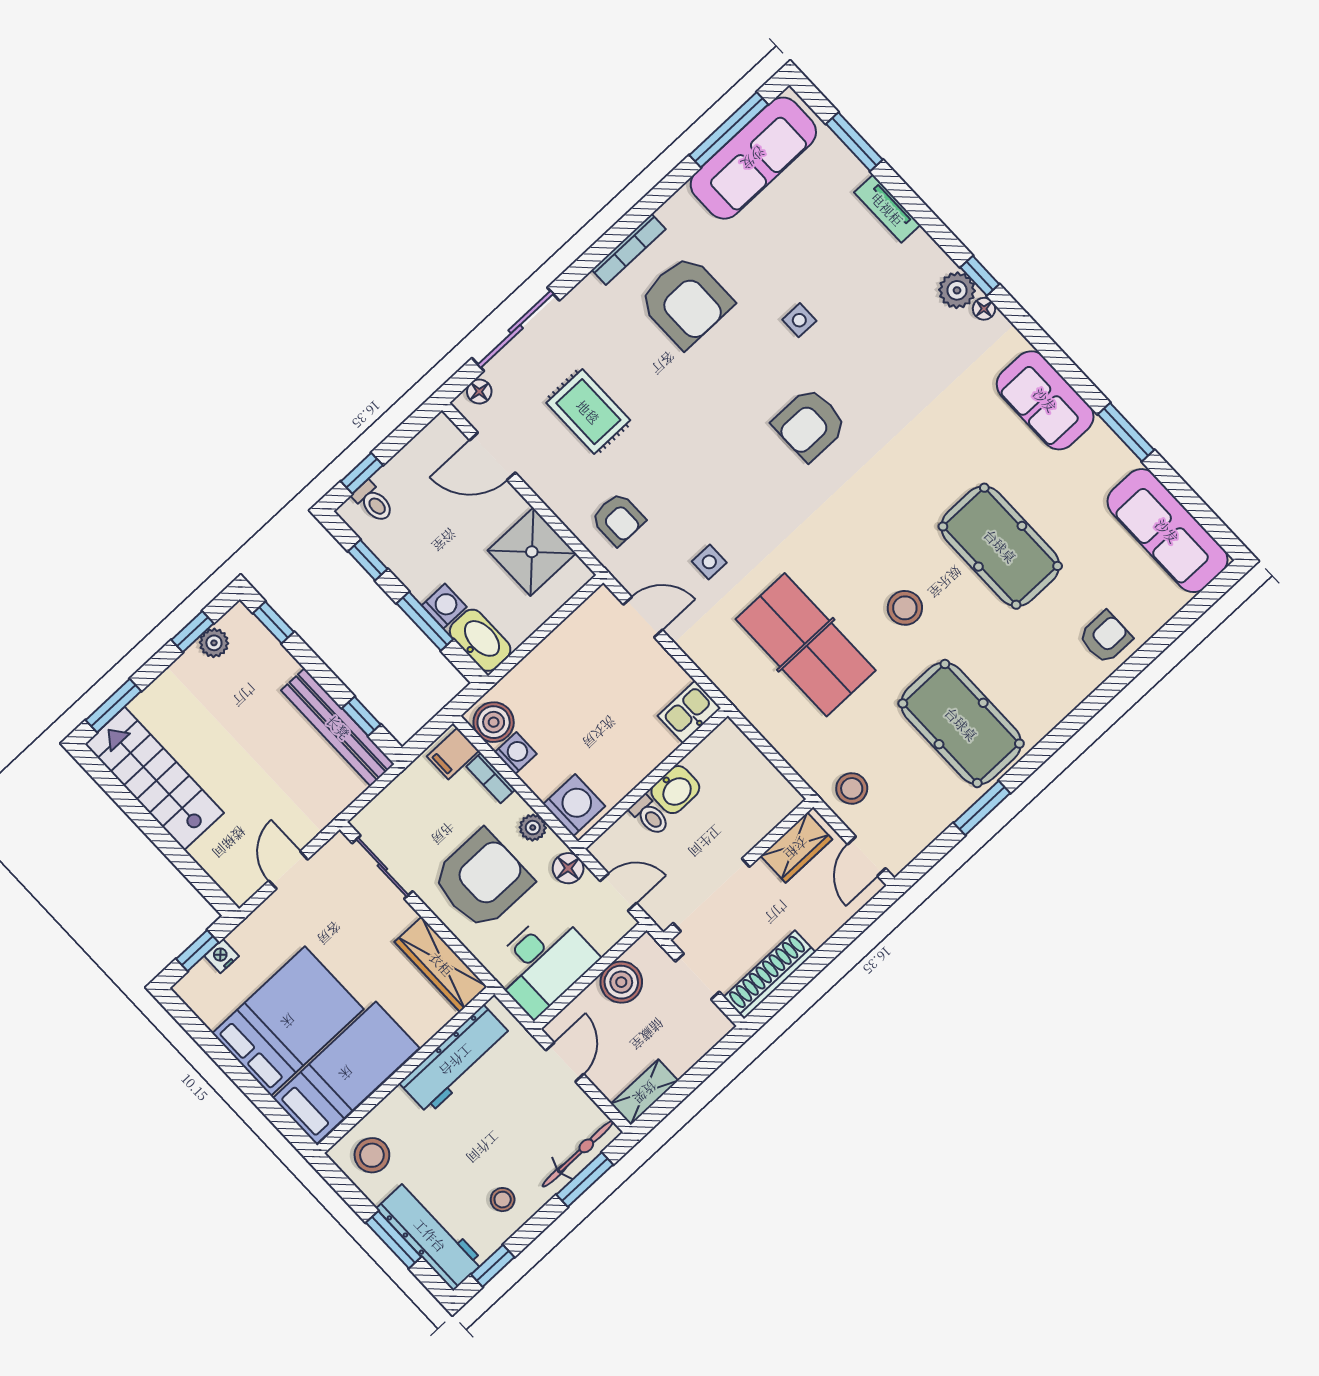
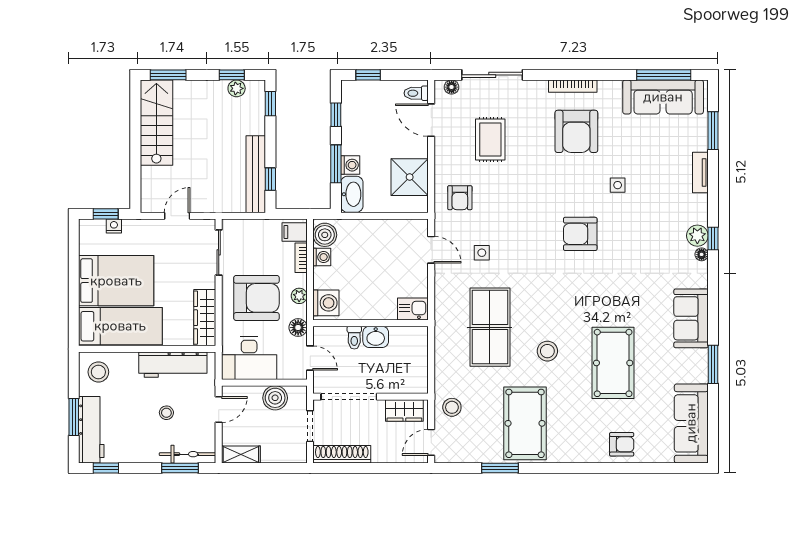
toilet: (373, 502) -> (416, 93), moved, turned 90
stool: (503, 1200) -> (166, 413), moved

